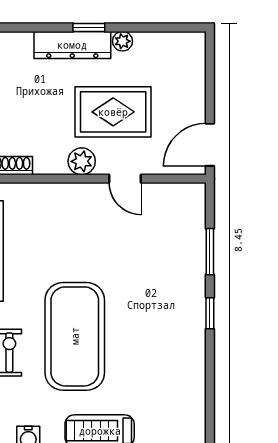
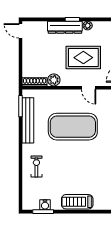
plant: (82, 161) -> (54, 80), moved
exercise mat: (75, 336) -> (73, 127), moved, turned 90

